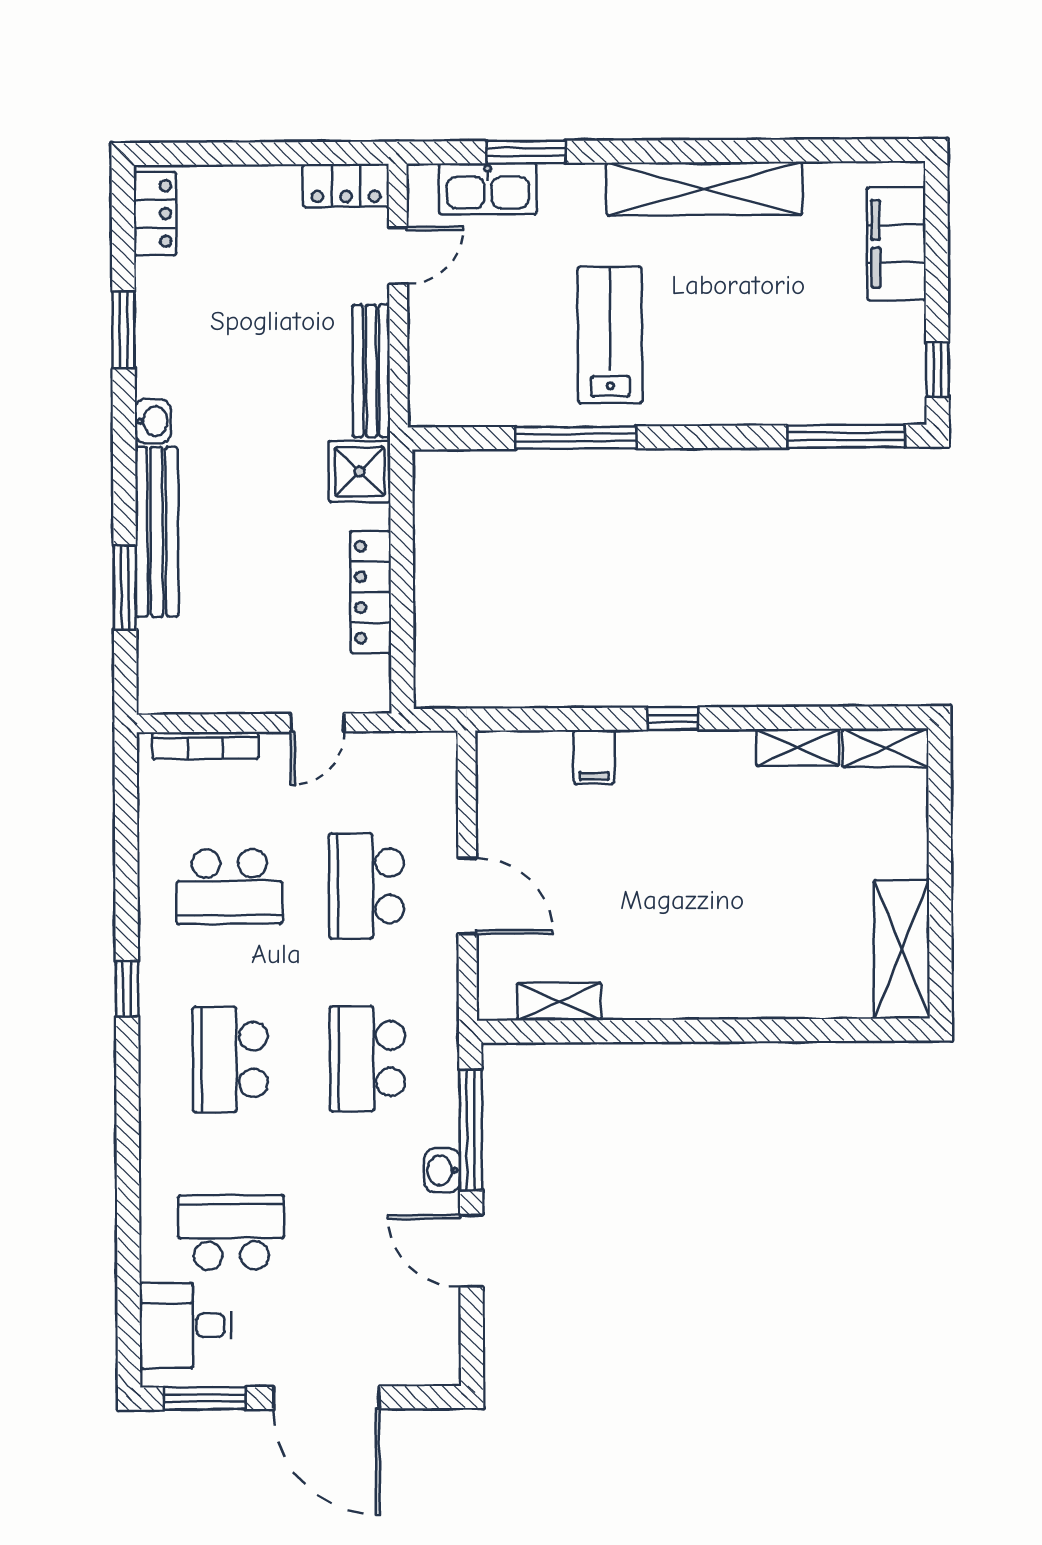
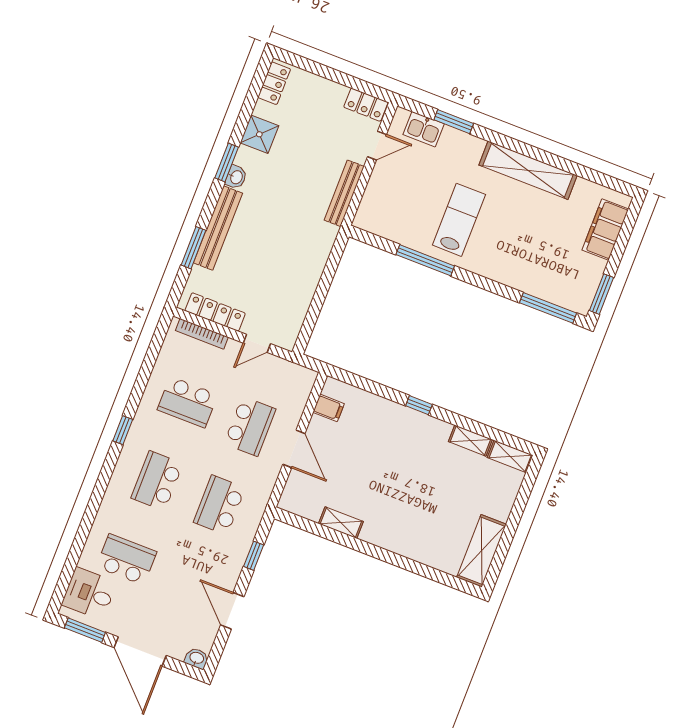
kitchen sink: (488, 189) -> (424, 129), width x0.73
window: (123, 330) -> (227, 163), moved
window: (937, 370) -> (601, 294), width x1.50
shower: (360, 471) -> (259, 134), moved
locker: (371, 592) -> (215, 312), moved, turned 90
filing cabinet: (594, 757) -> (329, 408), moved, turned -90
school desk: (367, 886) -> (250, 426), turned 180
shelving: (559, 1002) -> (341, 523), moved
window: (471, 1130) -> (254, 556), width x0.46
washbasin: (442, 1170) -> (197, 658), moved, turned 90

